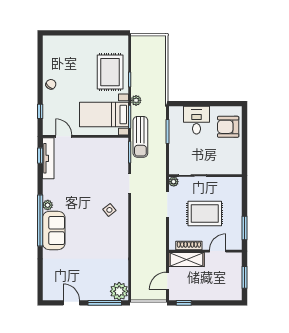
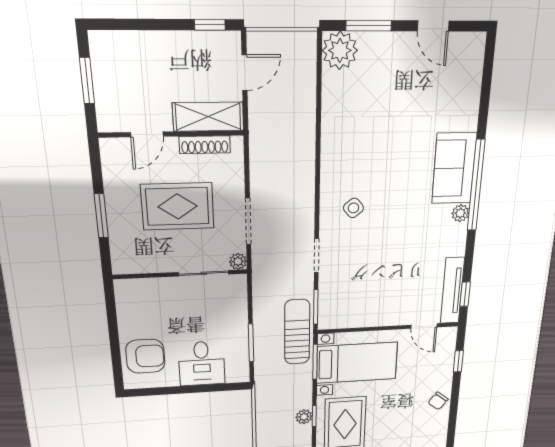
plant: (136, 100) -> (304, 417), moved
window: (244, 228) -> (101, 216), moved
window: (105, 303) -> (369, 26), width x0.69

